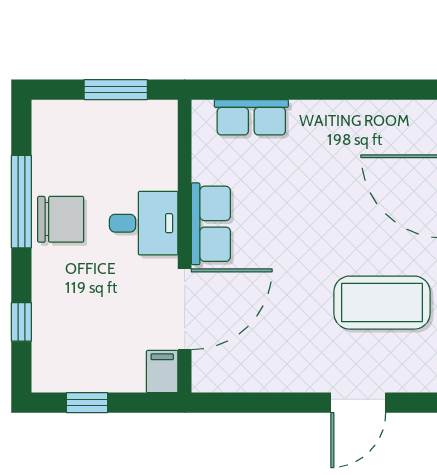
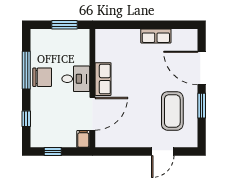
row of seats: (251, 117) -> (156, 36), moved
coffee table: (382, 303) -> (172, 111), turned 90

